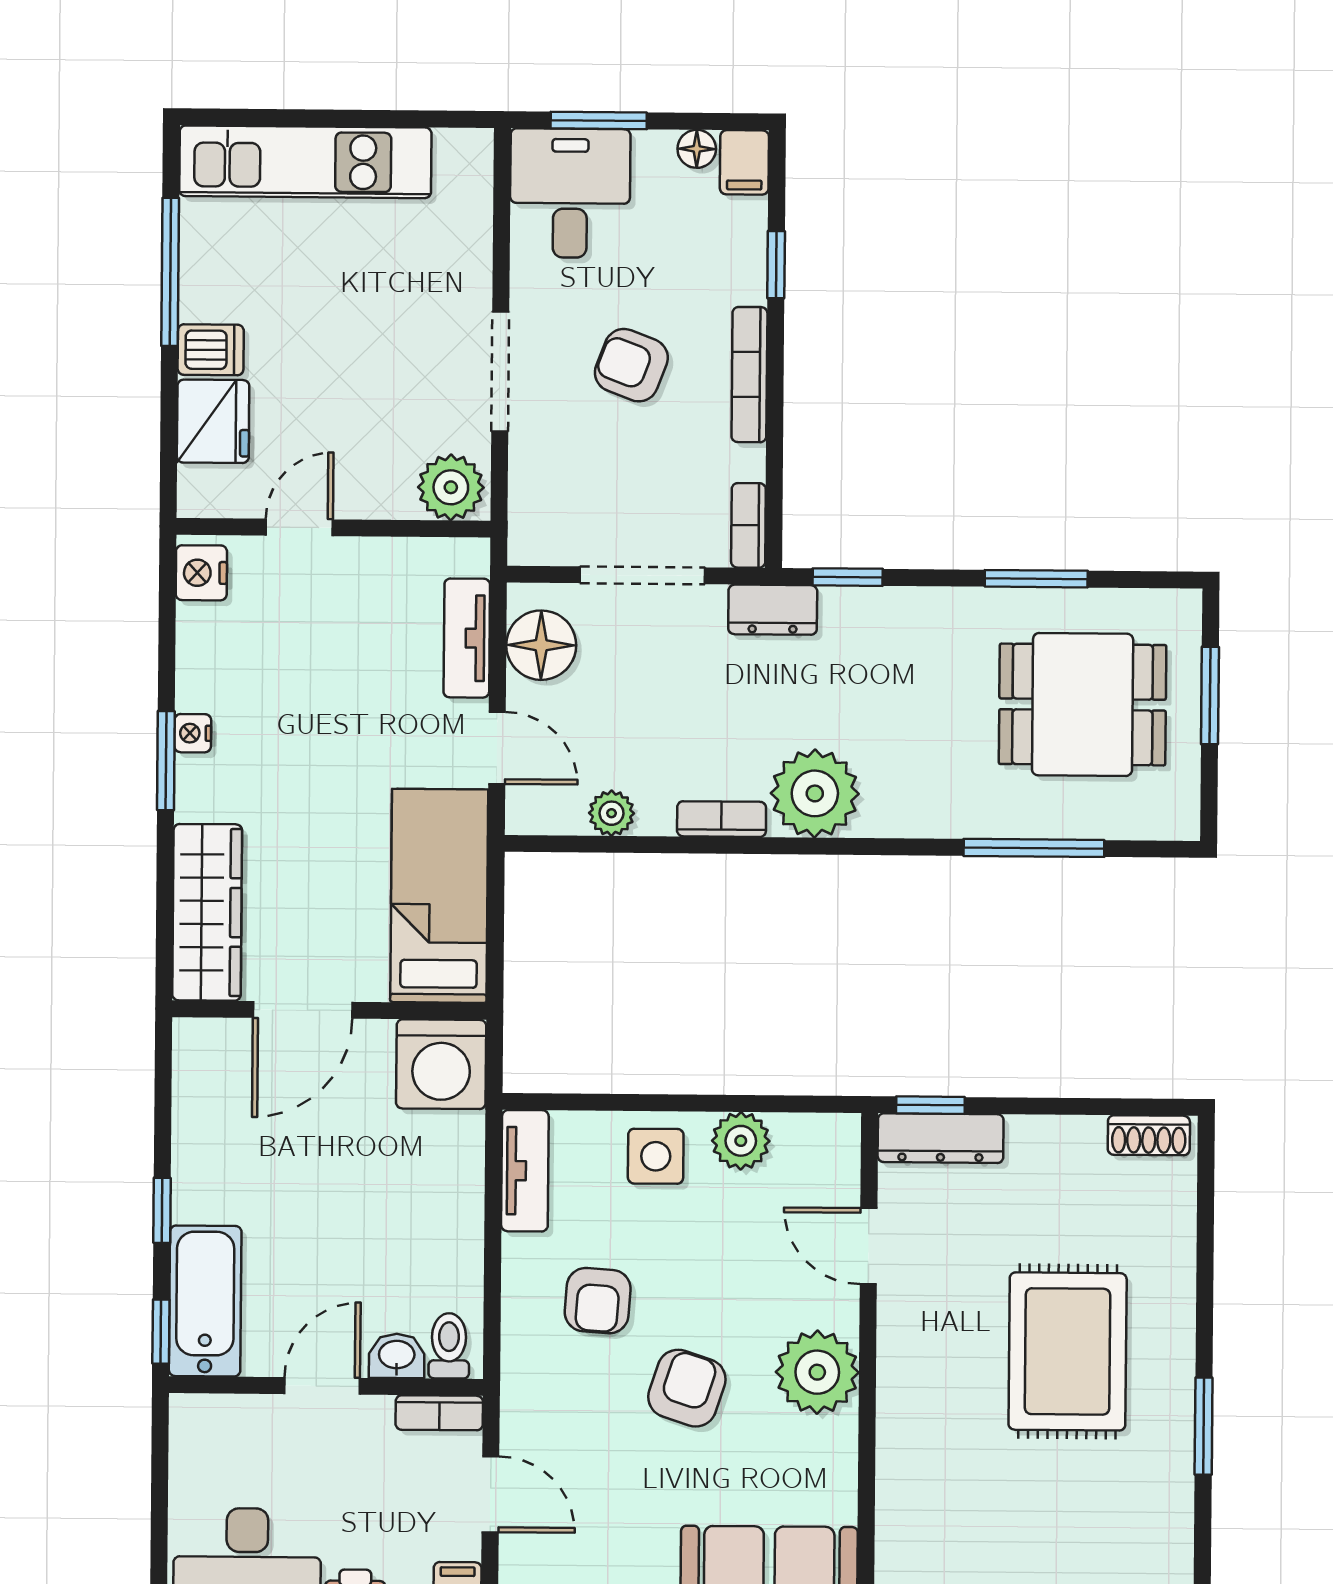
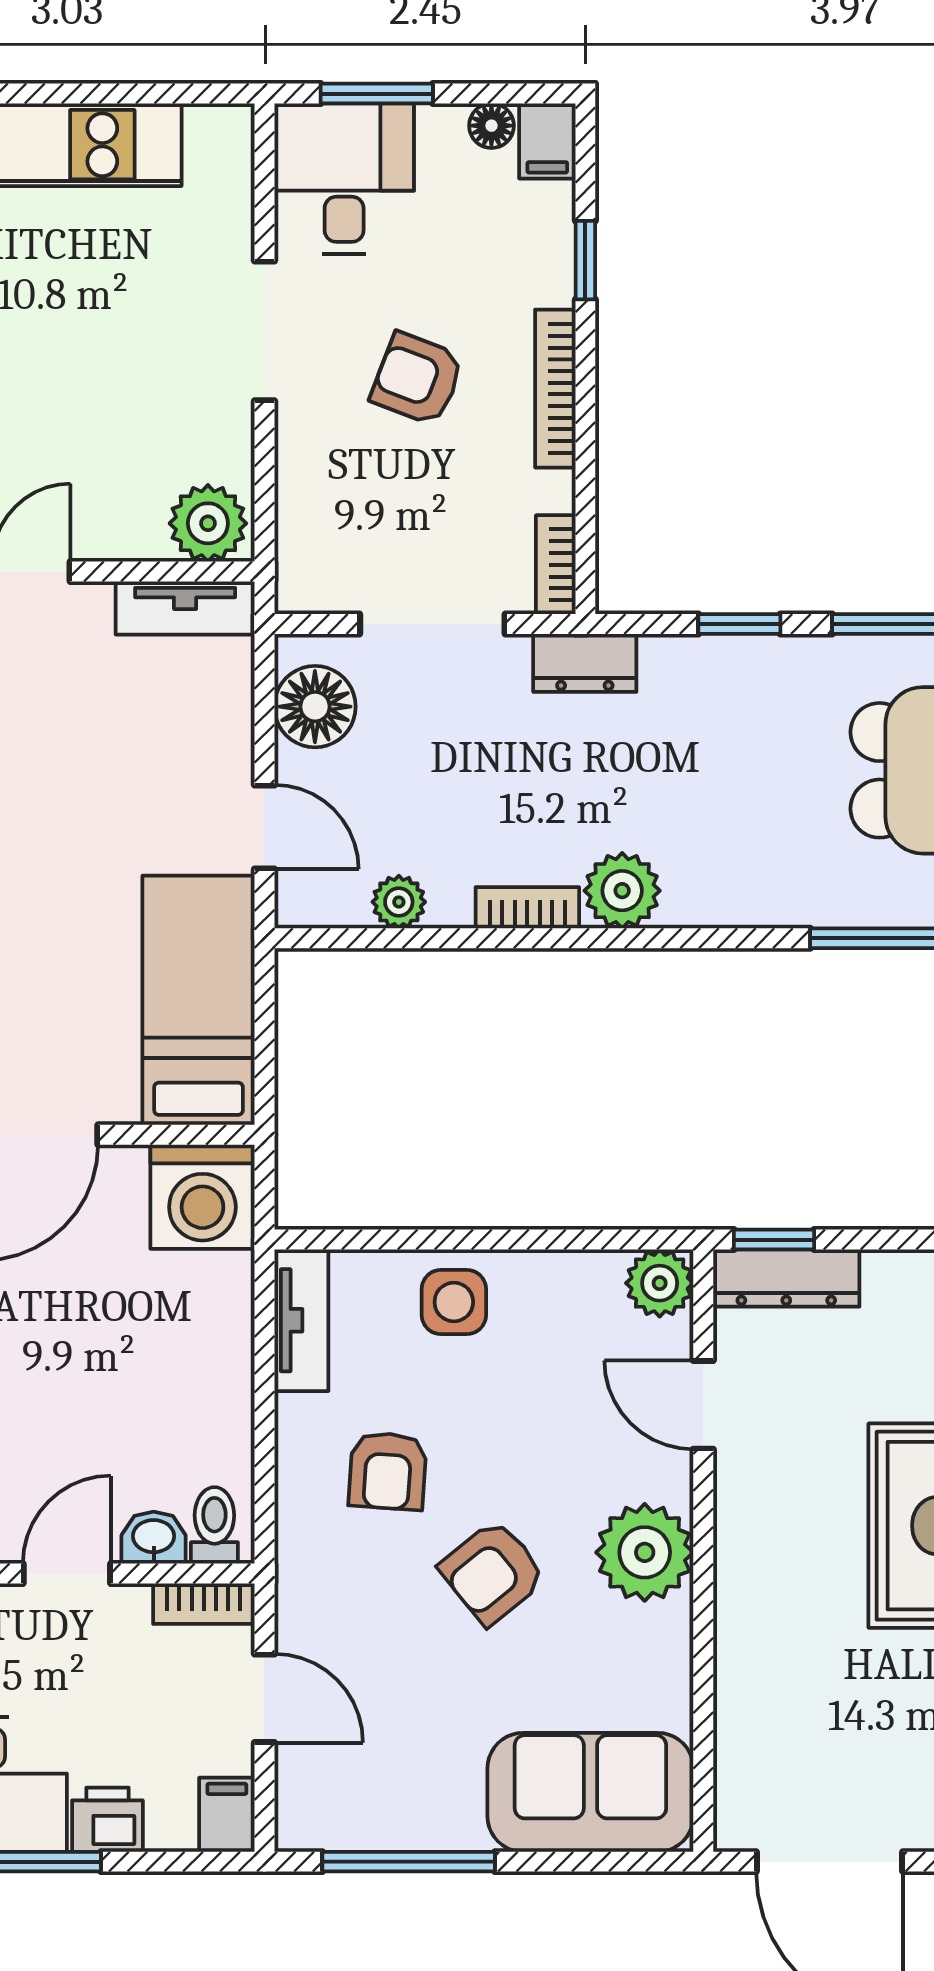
doorway: (500, 372) -> (264, 331), moved
window: (848, 577) -> (739, 624), moved
tv unit: (467, 638) -> (185, 608), moved, turned -90
plant: (815, 793) -> (622, 891), width x0.73, depth x0.73
plant: (741, 1141) -> (660, 1283), moved
armchair: (687, 1388) -> (493, 1572), turned -147

